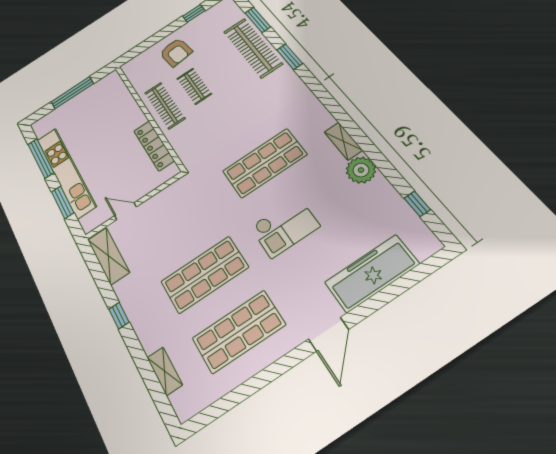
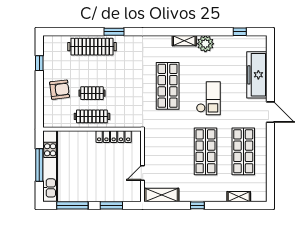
window: (258, 20) -> (75, 32), removed
kitchen unit: (66, 172) -> (50, 166), moved, turned 90

